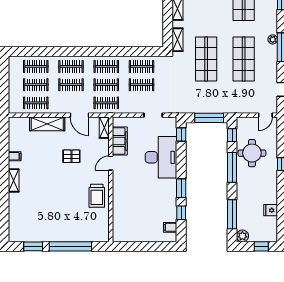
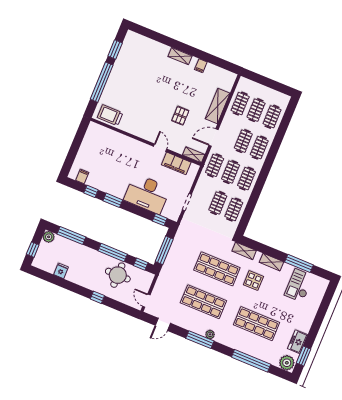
display table: (203, 19) -> (253, 281), added
trolley: (97, 196) -> (110, 115), moved

